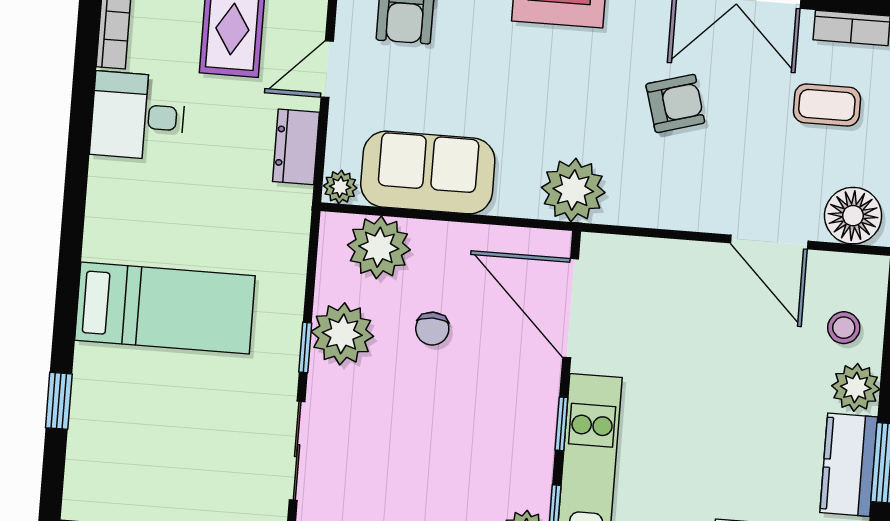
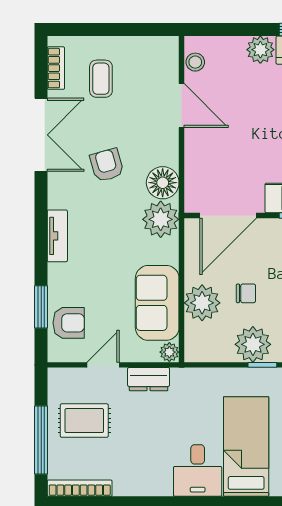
door: (327, 69) -> (103, 365), swing flipped
desk: (138, 116) -> (198, 470), moved
floor lamp: (853, 216) -> (163, 183), moved
door: (769, 242) -> (181, 105), hinge flipped
plant: (379, 247) -> (202, 303), moved
stool: (844, 328) -> (195, 62), moved

